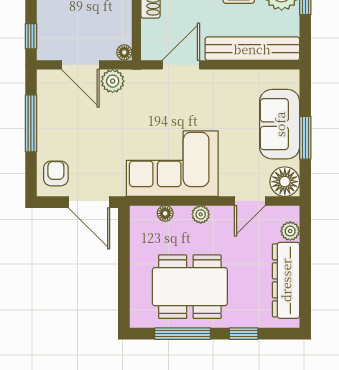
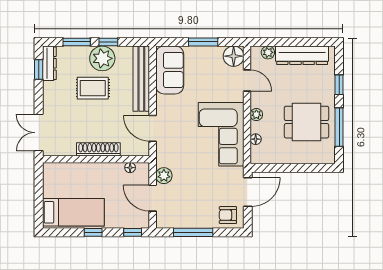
floor lamp: (124, 52) -> (130, 168), moved
door: (80, 65) -> (153, 198), swing flipped
sofa: (280, 124) -> (170, 70), moved, turned -90
dining table: (190, 287) -> (307, 122), width x0.73

